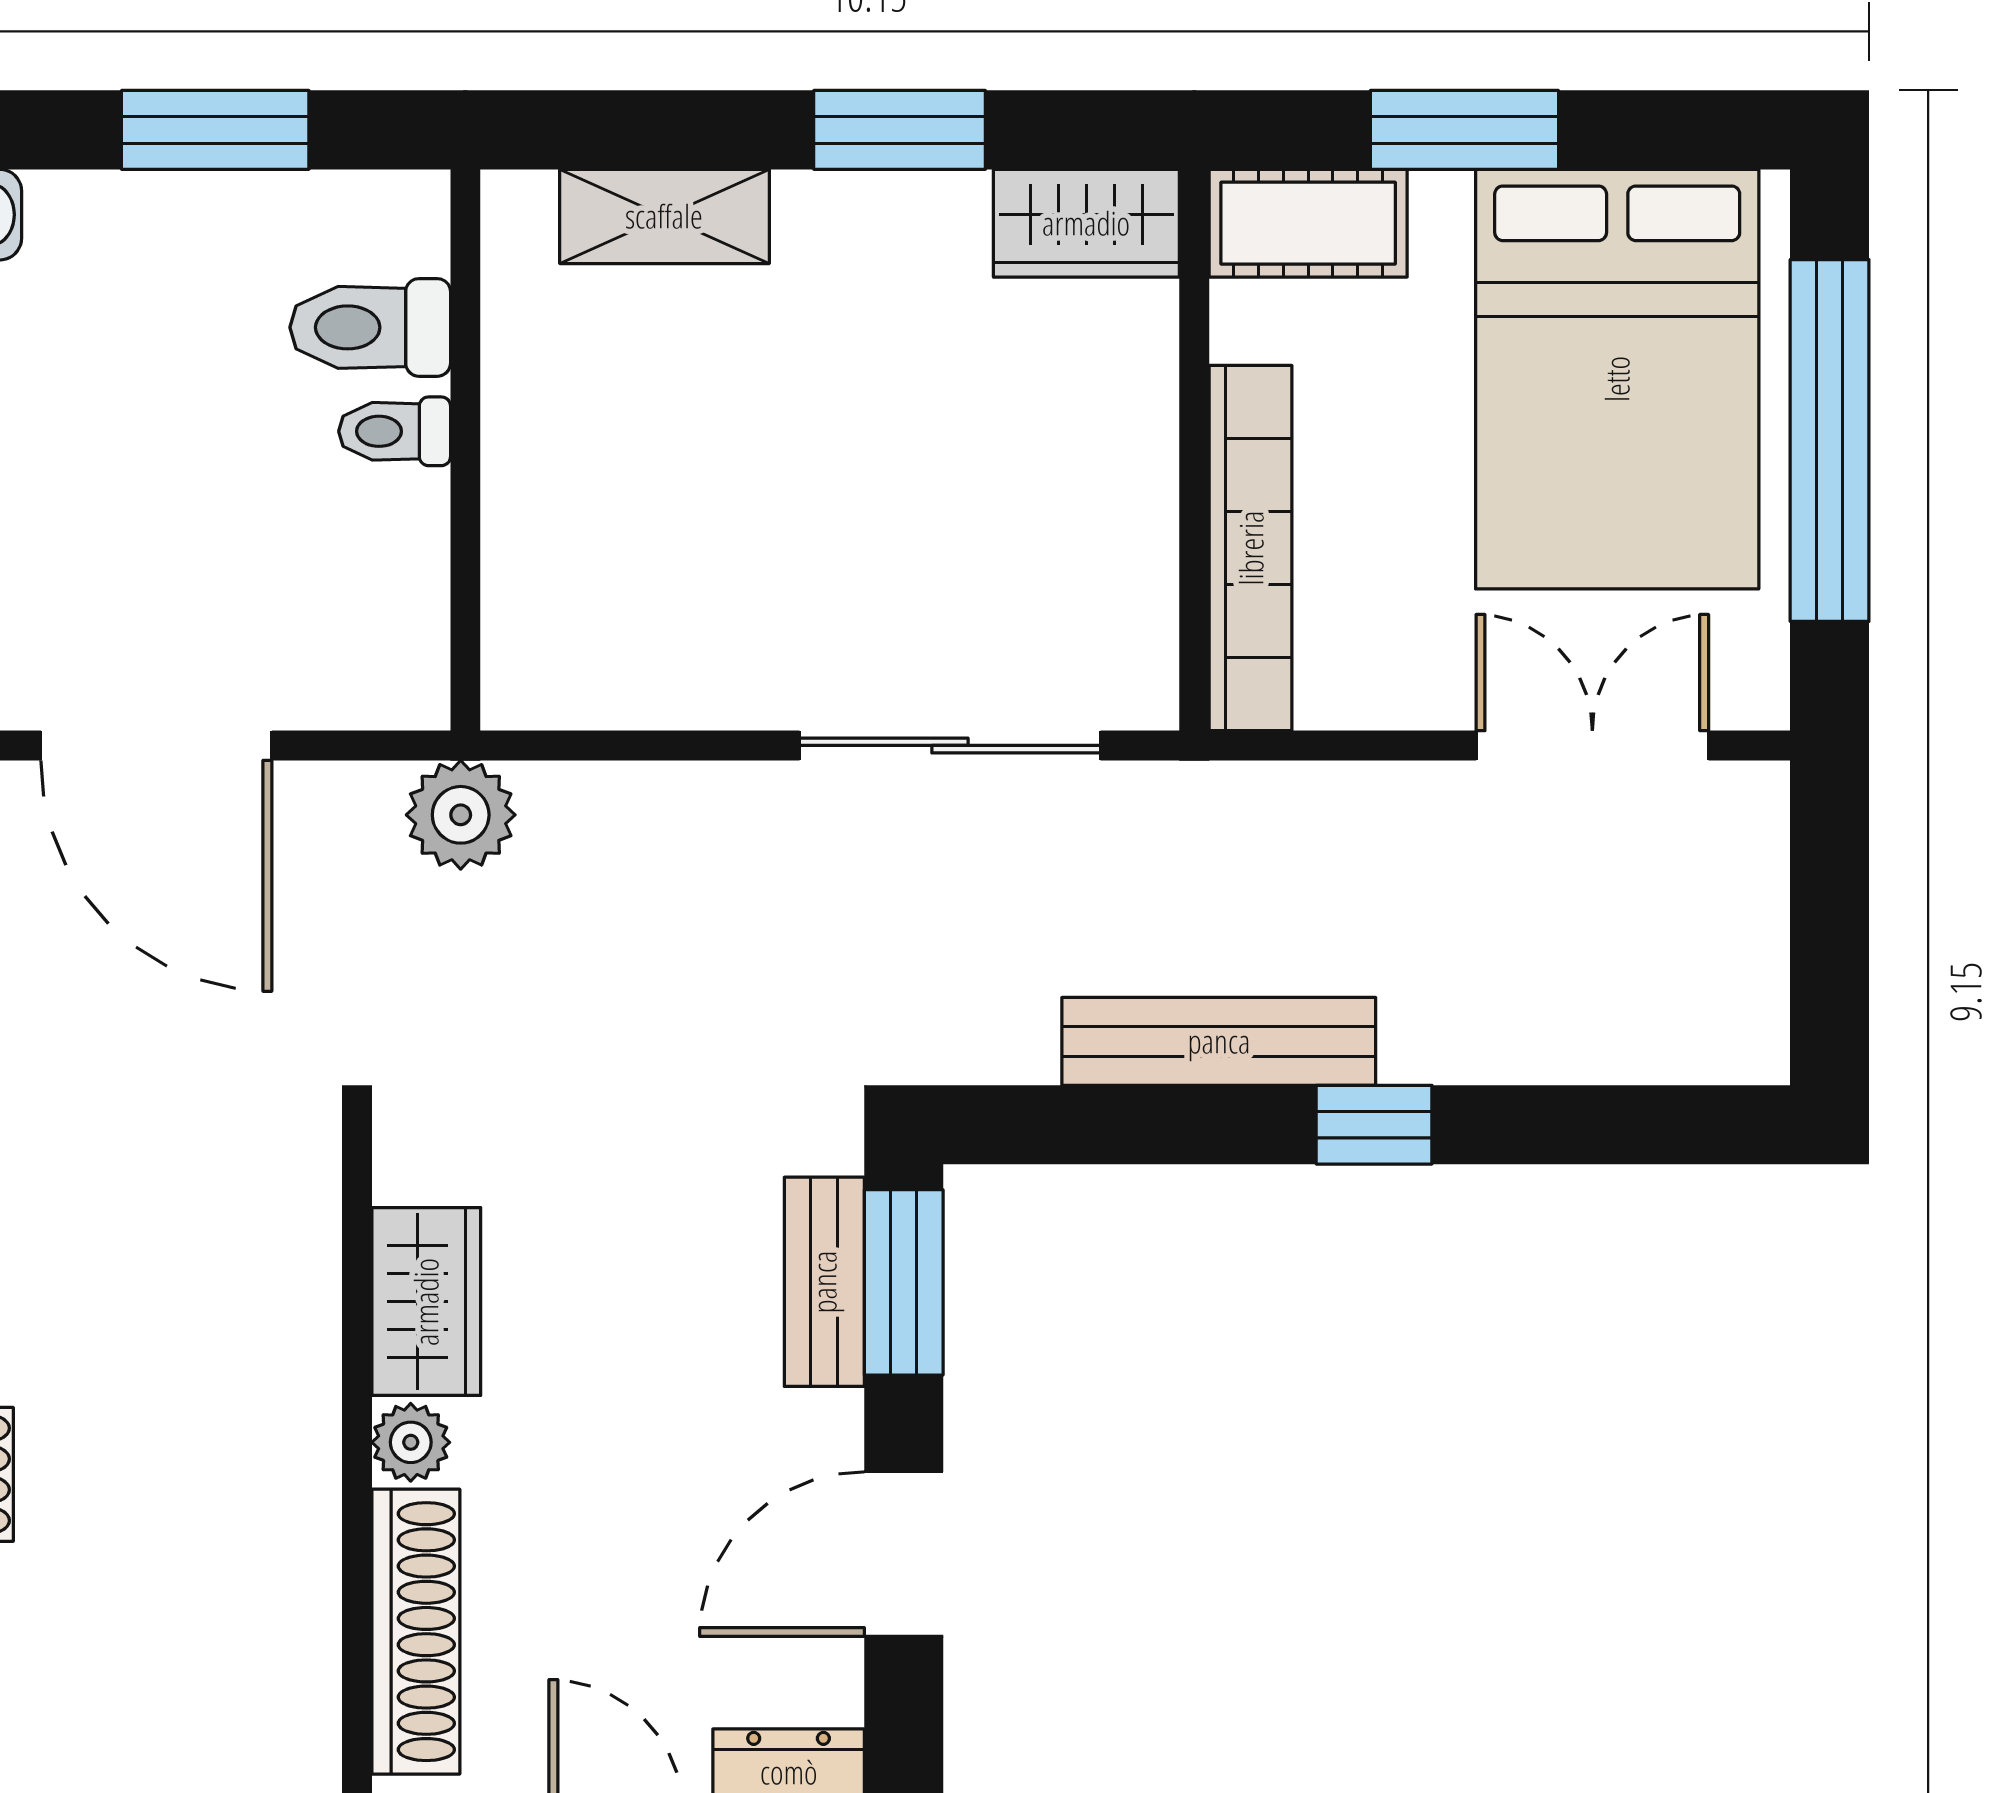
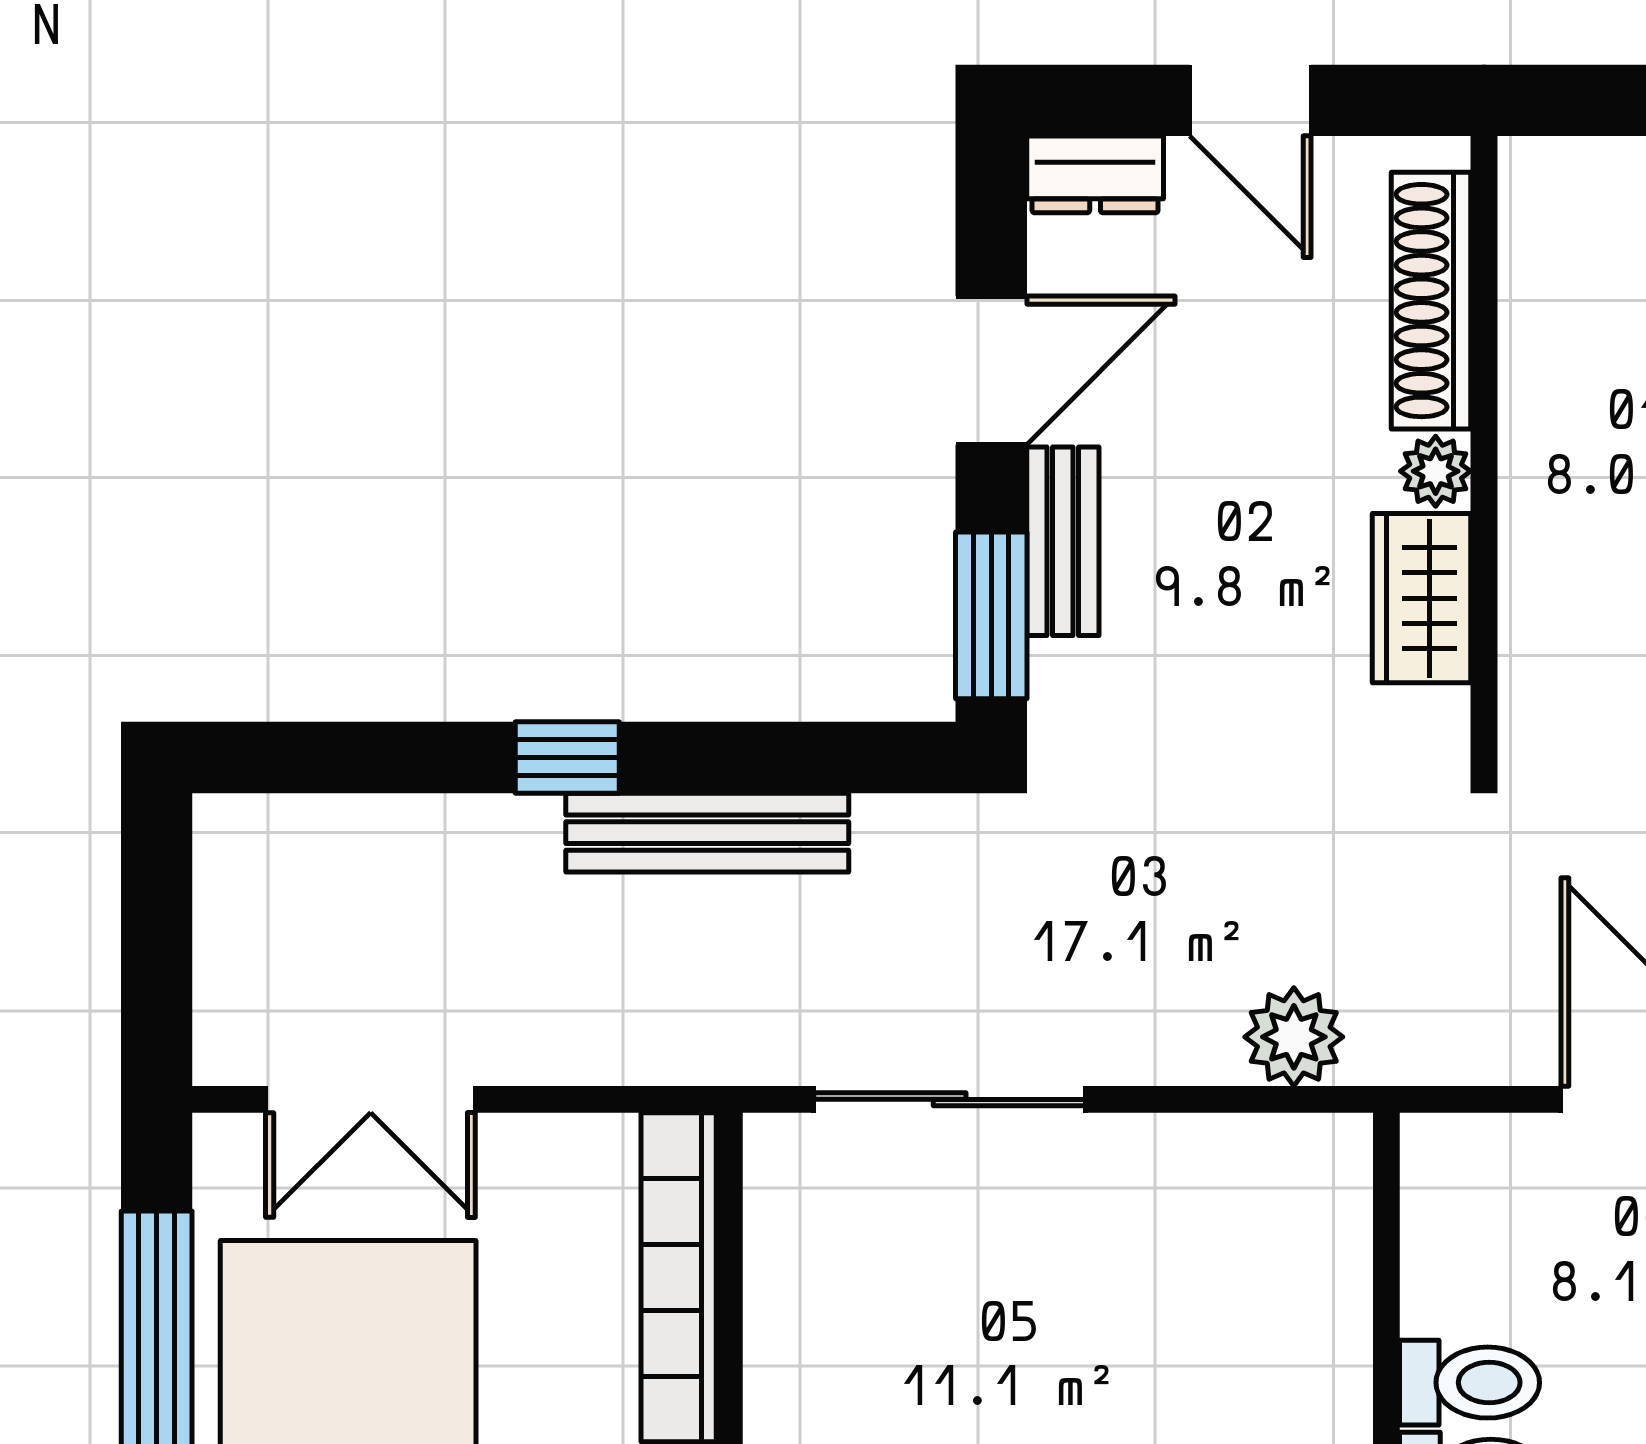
toilet: (395, 431) -> (1470, 1383), width x1.37, depth x1.39
plant: (461, 815) -> (1294, 1037), moved
bench: (824, 1282) -> (1063, 541), moved

